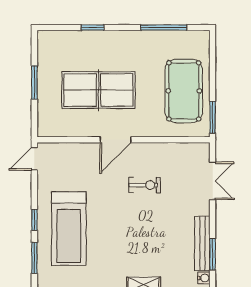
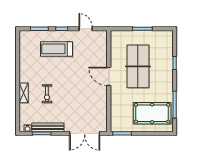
pool table: (184, 91) -> (152, 113), moved
door: (34, 159) -> (86, 29), moved
double door: (213, 181) -> (85, 133), width x1.37
exercise bike: (145, 185) -> (47, 94), moved
treadmill: (69, 229) -> (57, 49), width x0.73, depth x0.73

